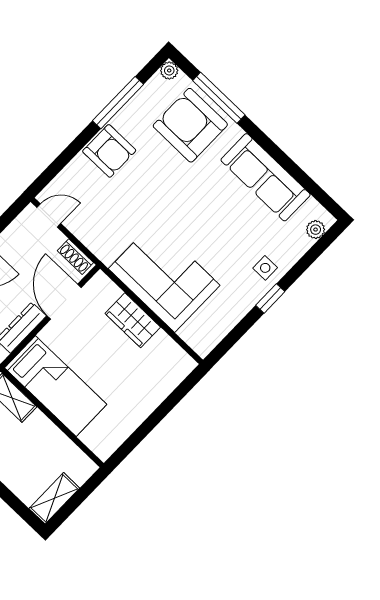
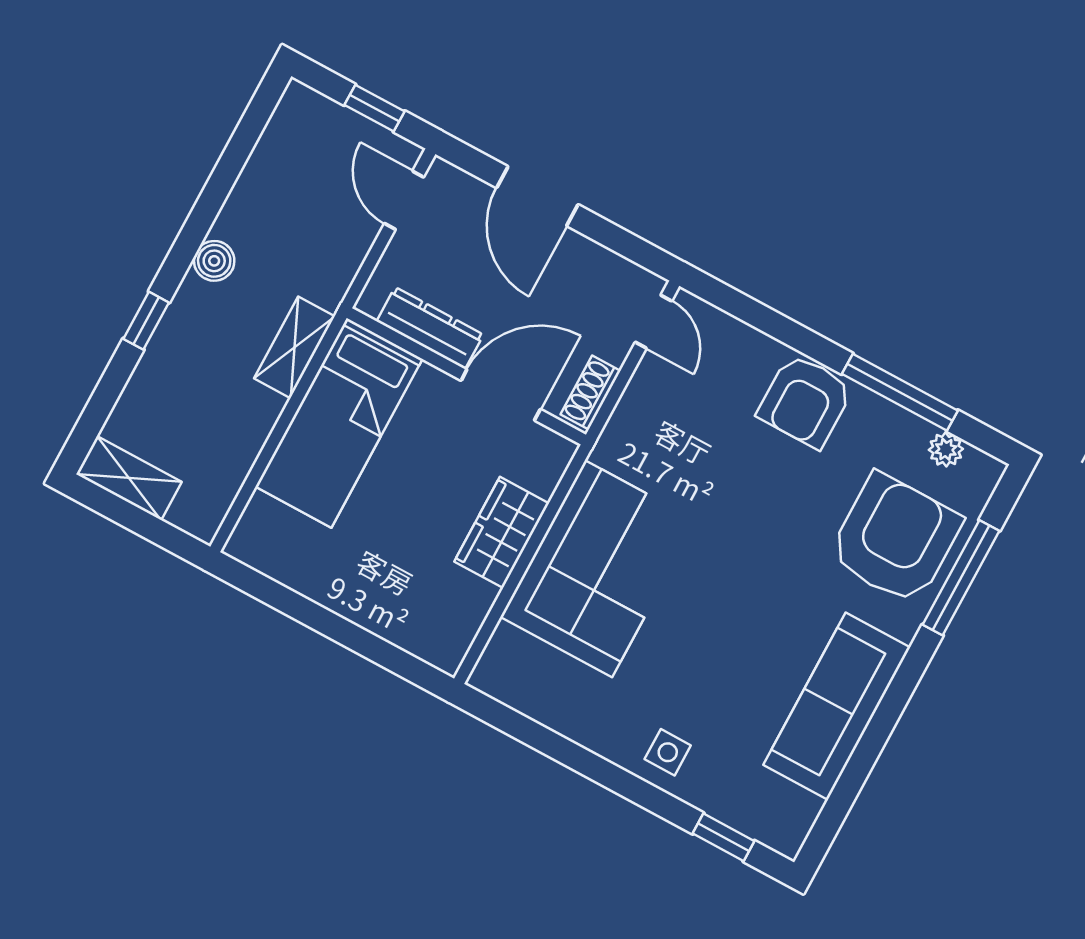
plant: (169, 71) -> (946, 449), moved
plant: (316, 230) -> (765, 826), removed
window: (270, 298) -> (724, 837), moved

